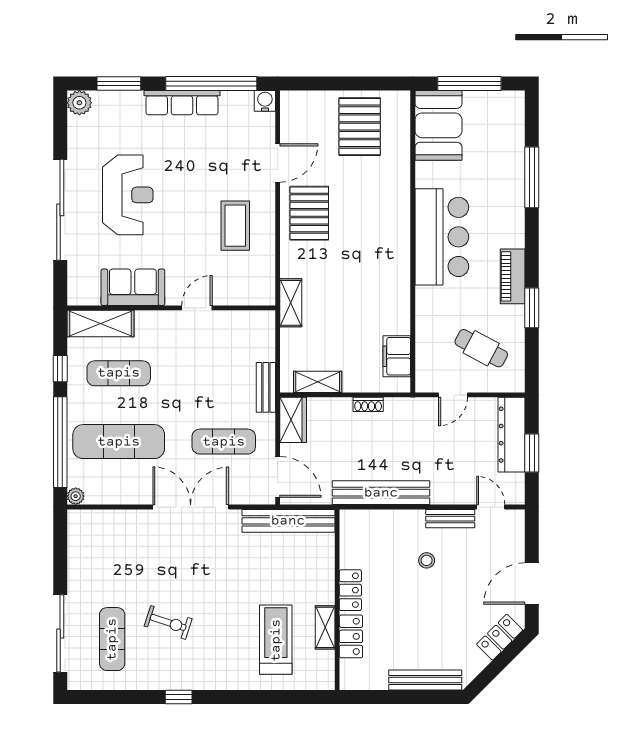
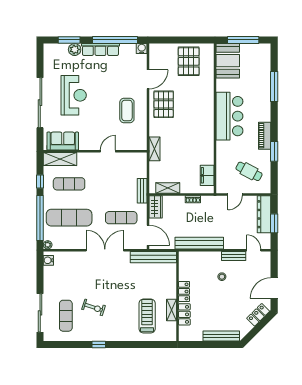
plant: (79, 103) -> (75, 49), moved
sofa: (133, 287) -> (63, 141), moved
water cooler: (77, 527) -> (48, 260), added

